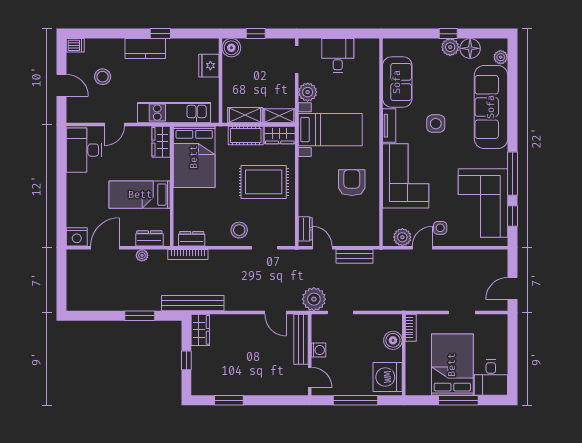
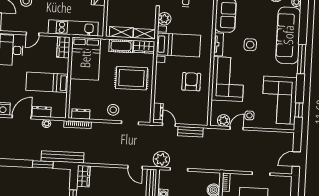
window: (512, 174) -> (302, 59), moved
dresser: (149, 238) -> (42, 112), moved
bench: (193, 303) -> (62, 157), moved

